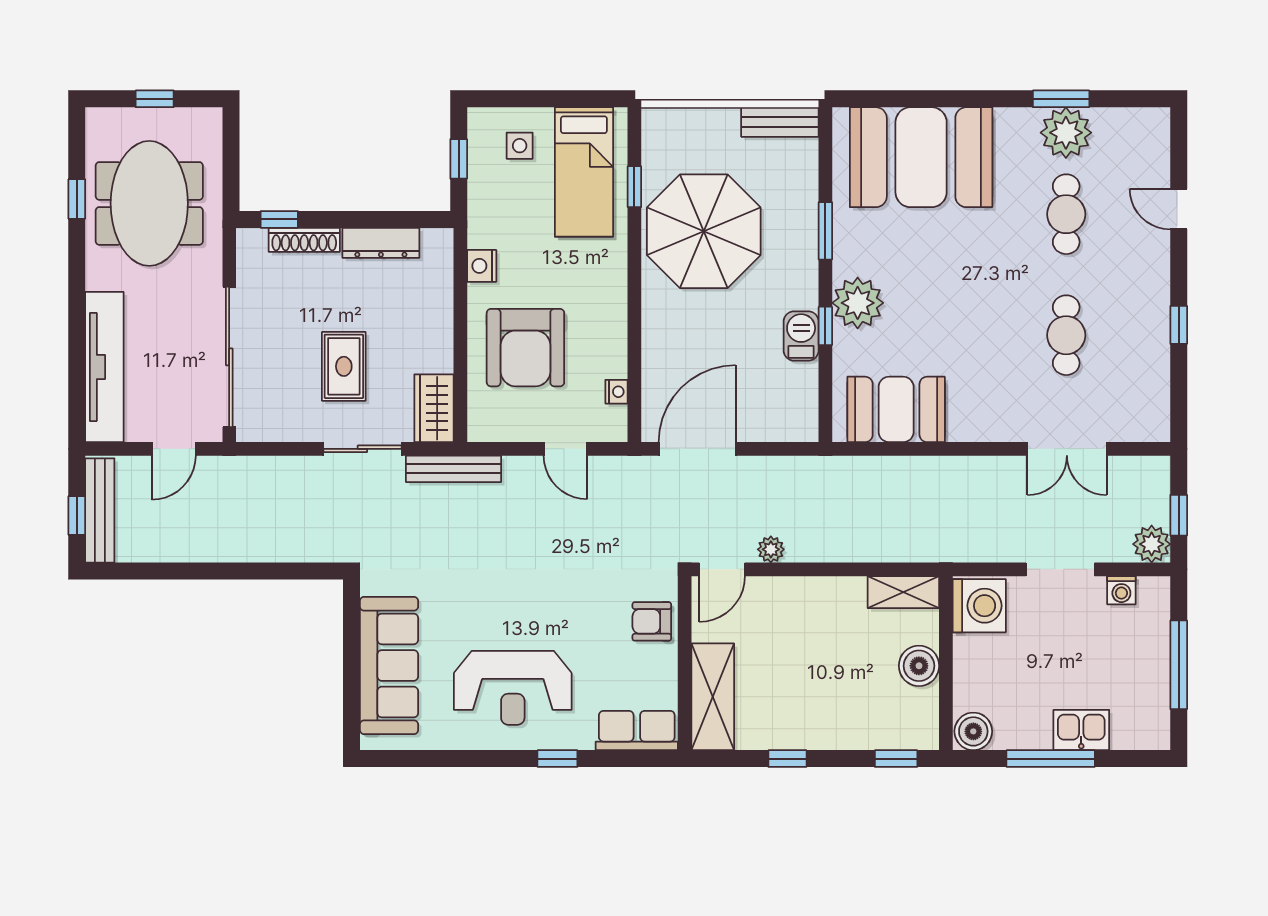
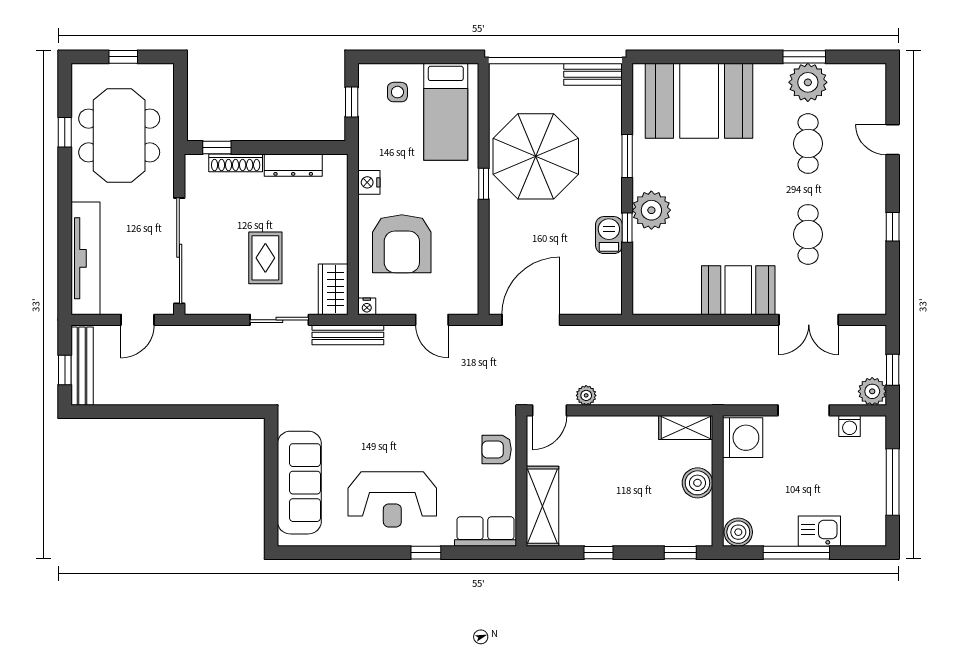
window: (634, 187) -> (484, 184), moved
nightstand: (617, 392) -> (367, 306), moved, turned 90
booth: (896, 409) -> (738, 290), moved

